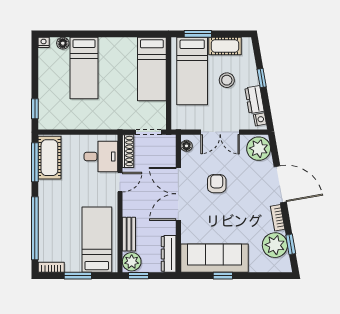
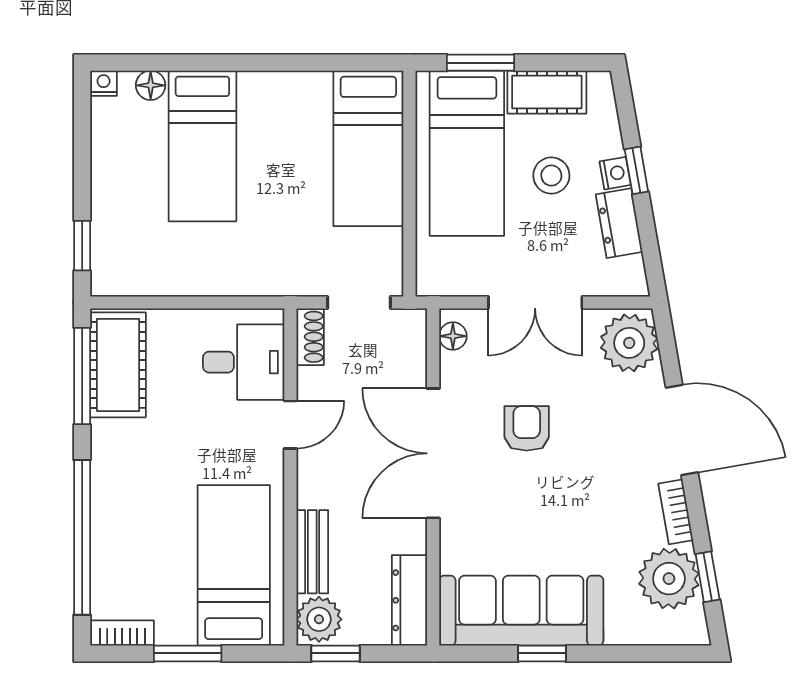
nightstand: (260, 119) -> (615, 173), moved
shoe rack: (128, 151) -> (310, 337), width x0.70

